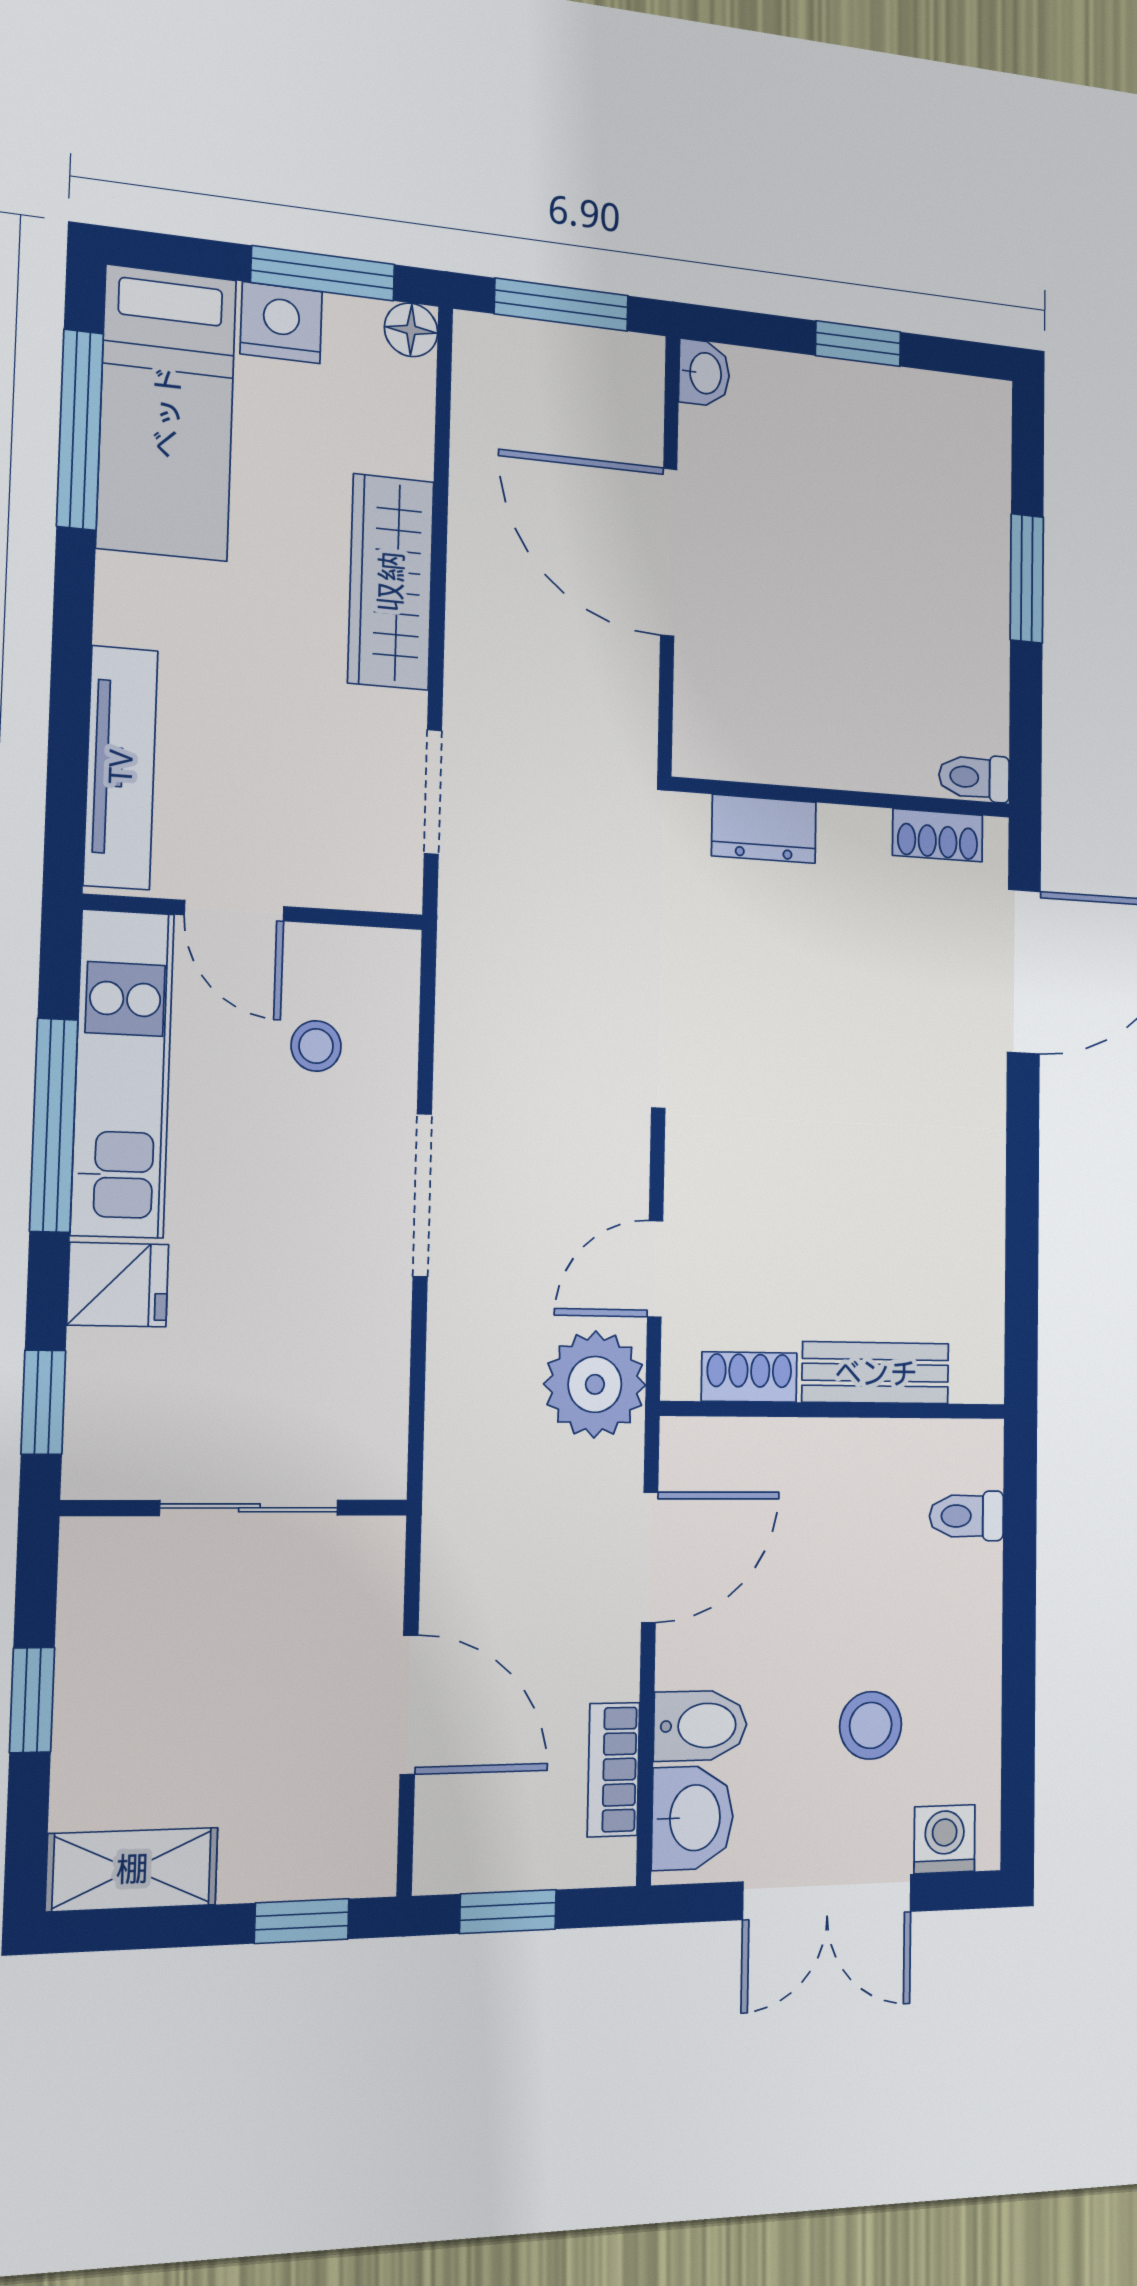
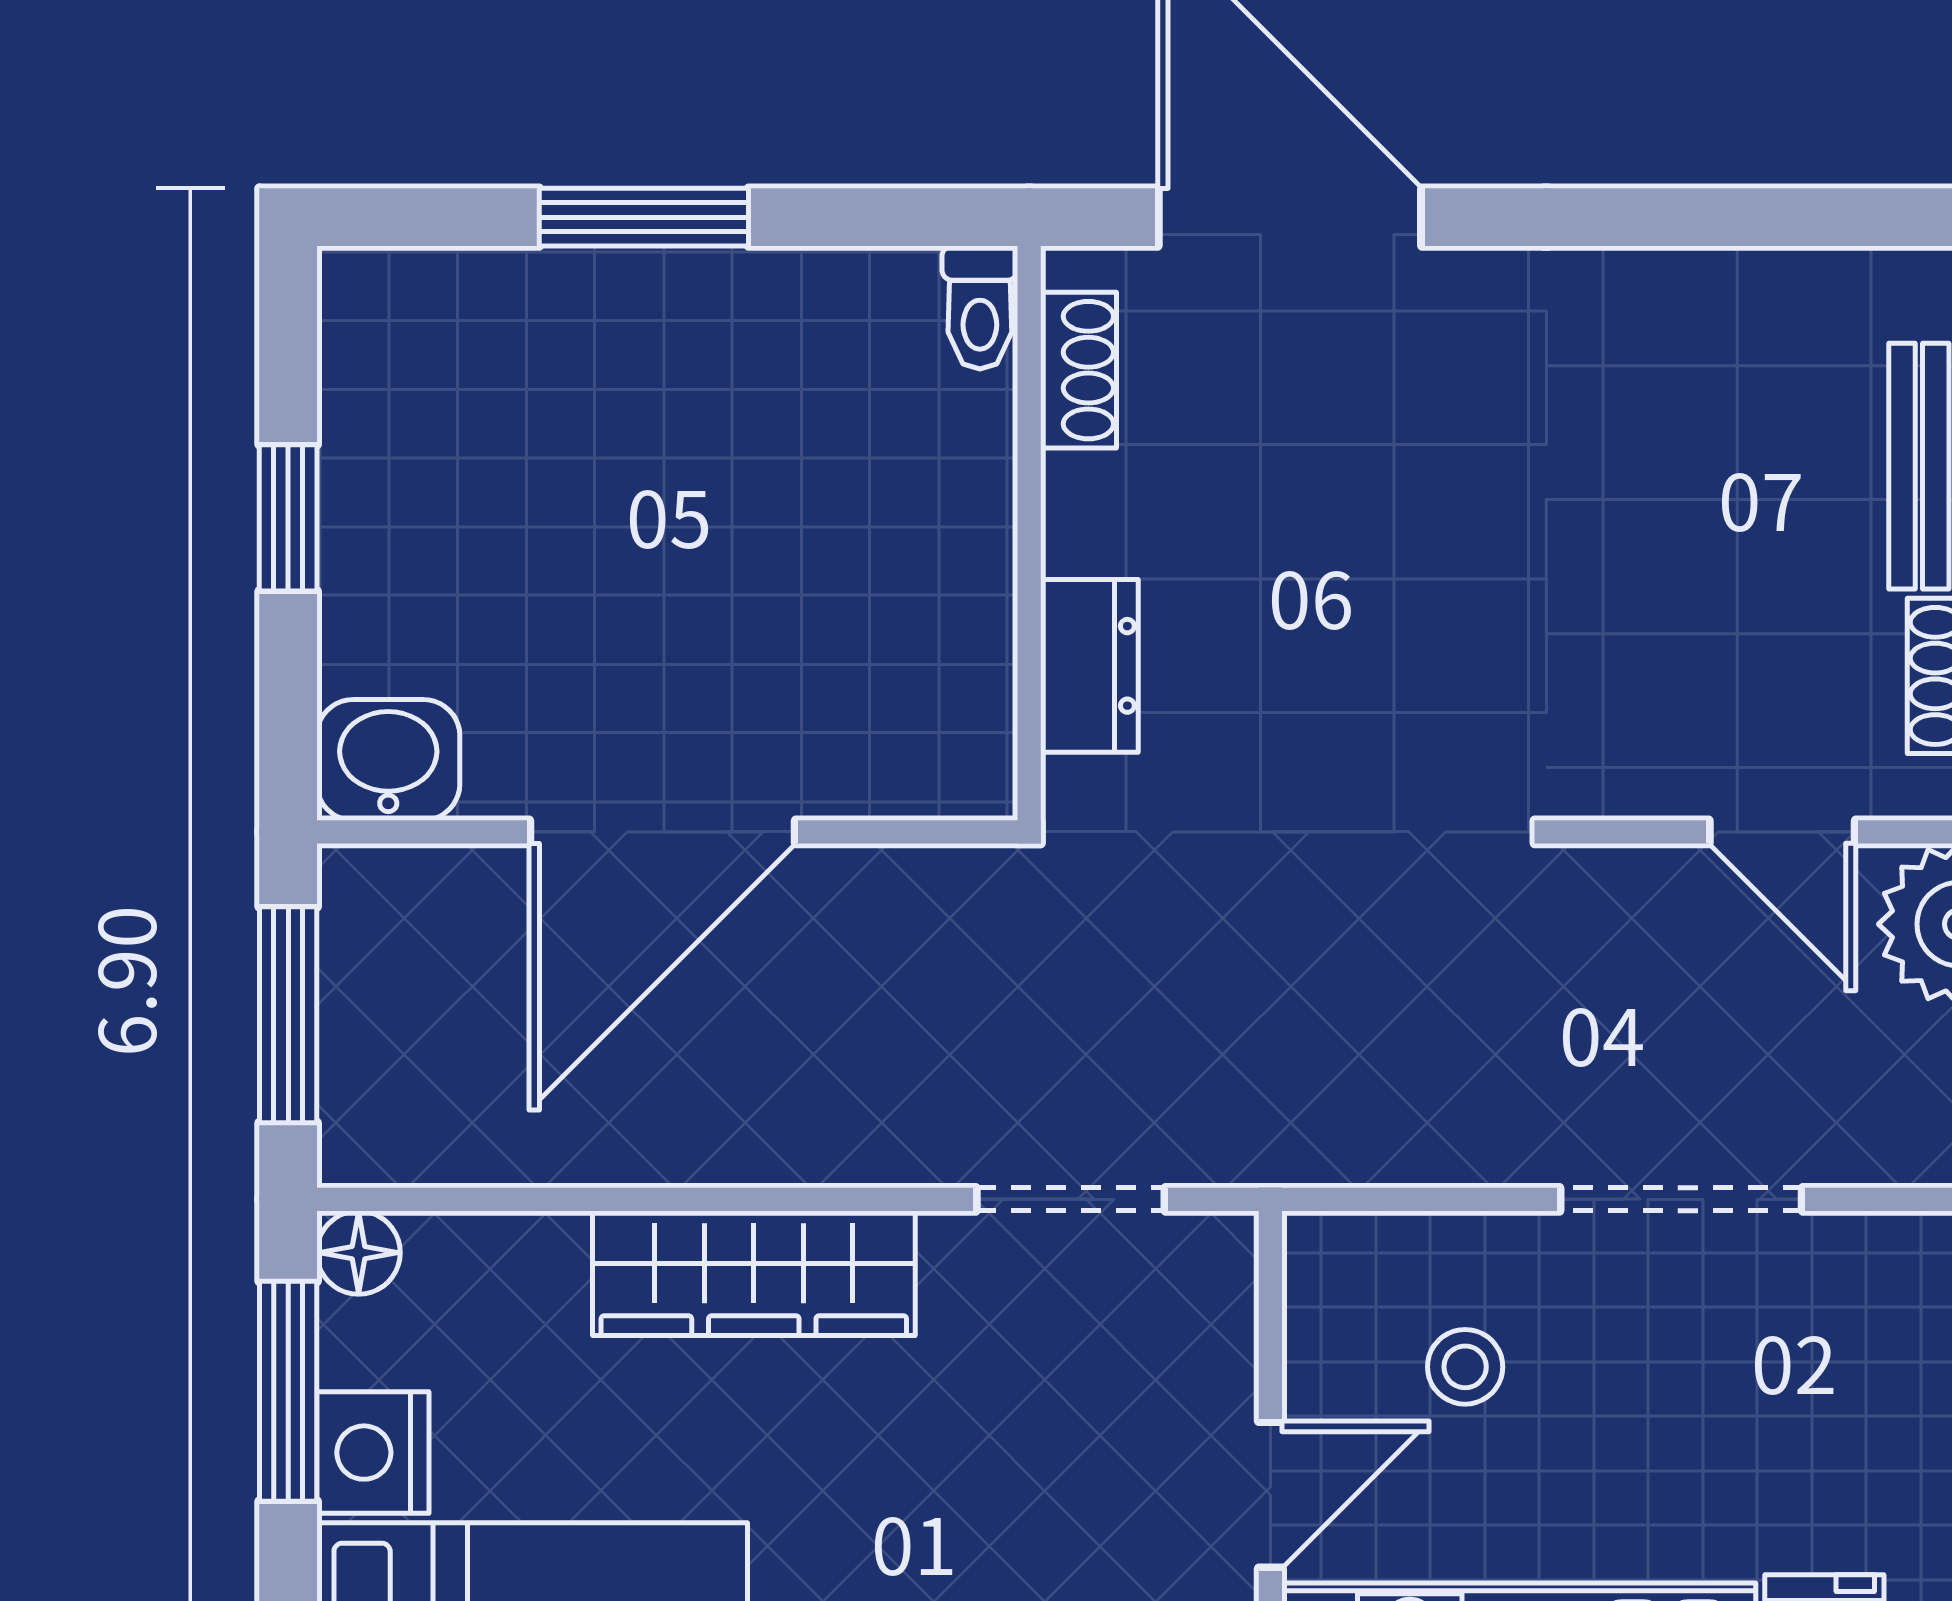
washbasin: (704, 373) -> (388, 760), width x1.38, depth x1.45

